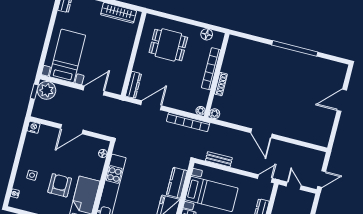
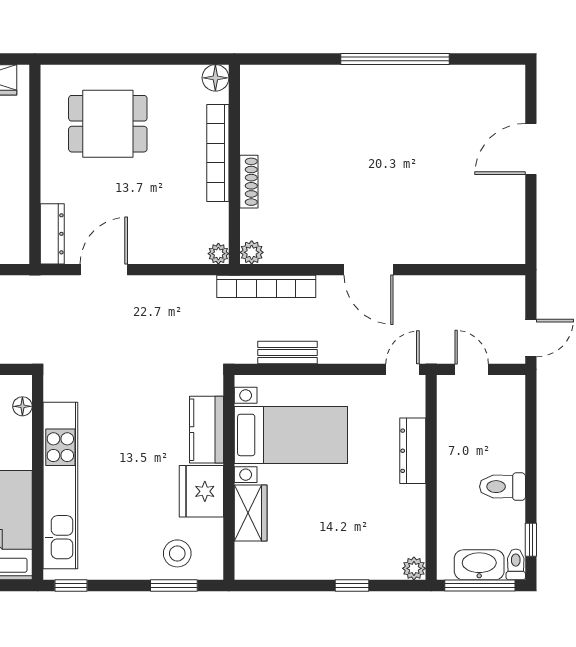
floor lamp: (207, 34) -> (215, 78), moved
bookcase: (188, 122) -> (266, 286), moved

